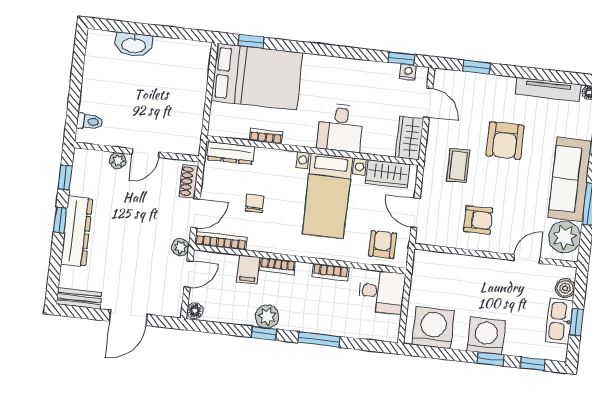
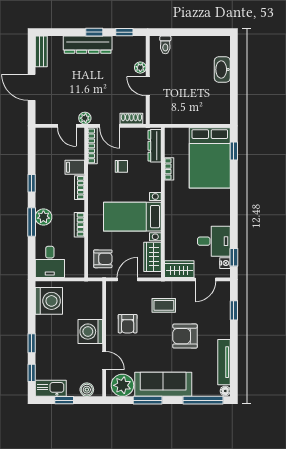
desk: (341, 128) -> (214, 241), moved, turned 180
desk: (381, 292) -> (50, 262), moved
floor lamp: (195, 311) -> (42, 133), removed
plant: (267, 316) -> (43, 217), moved
kitchen sink: (559, 321) -> (51, 388), moved
washing machine: (486, 336) -> (90, 332), moved, turned 180

